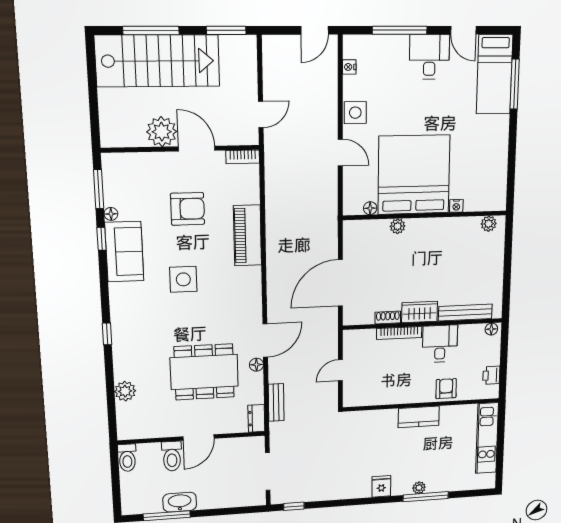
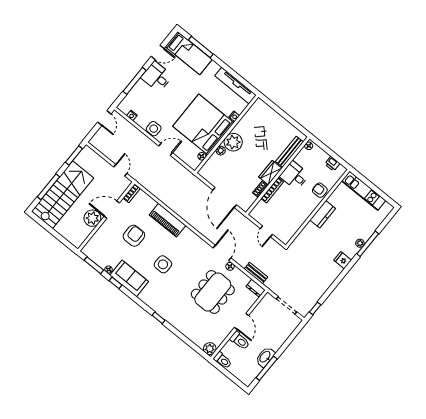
tv unit: (498, 173) -> (235, 86), added
plant: (489, 224) -> (233, 142), moved, width x1.87, depth x1.87
plant: (125, 391) -> (210, 349), moved

